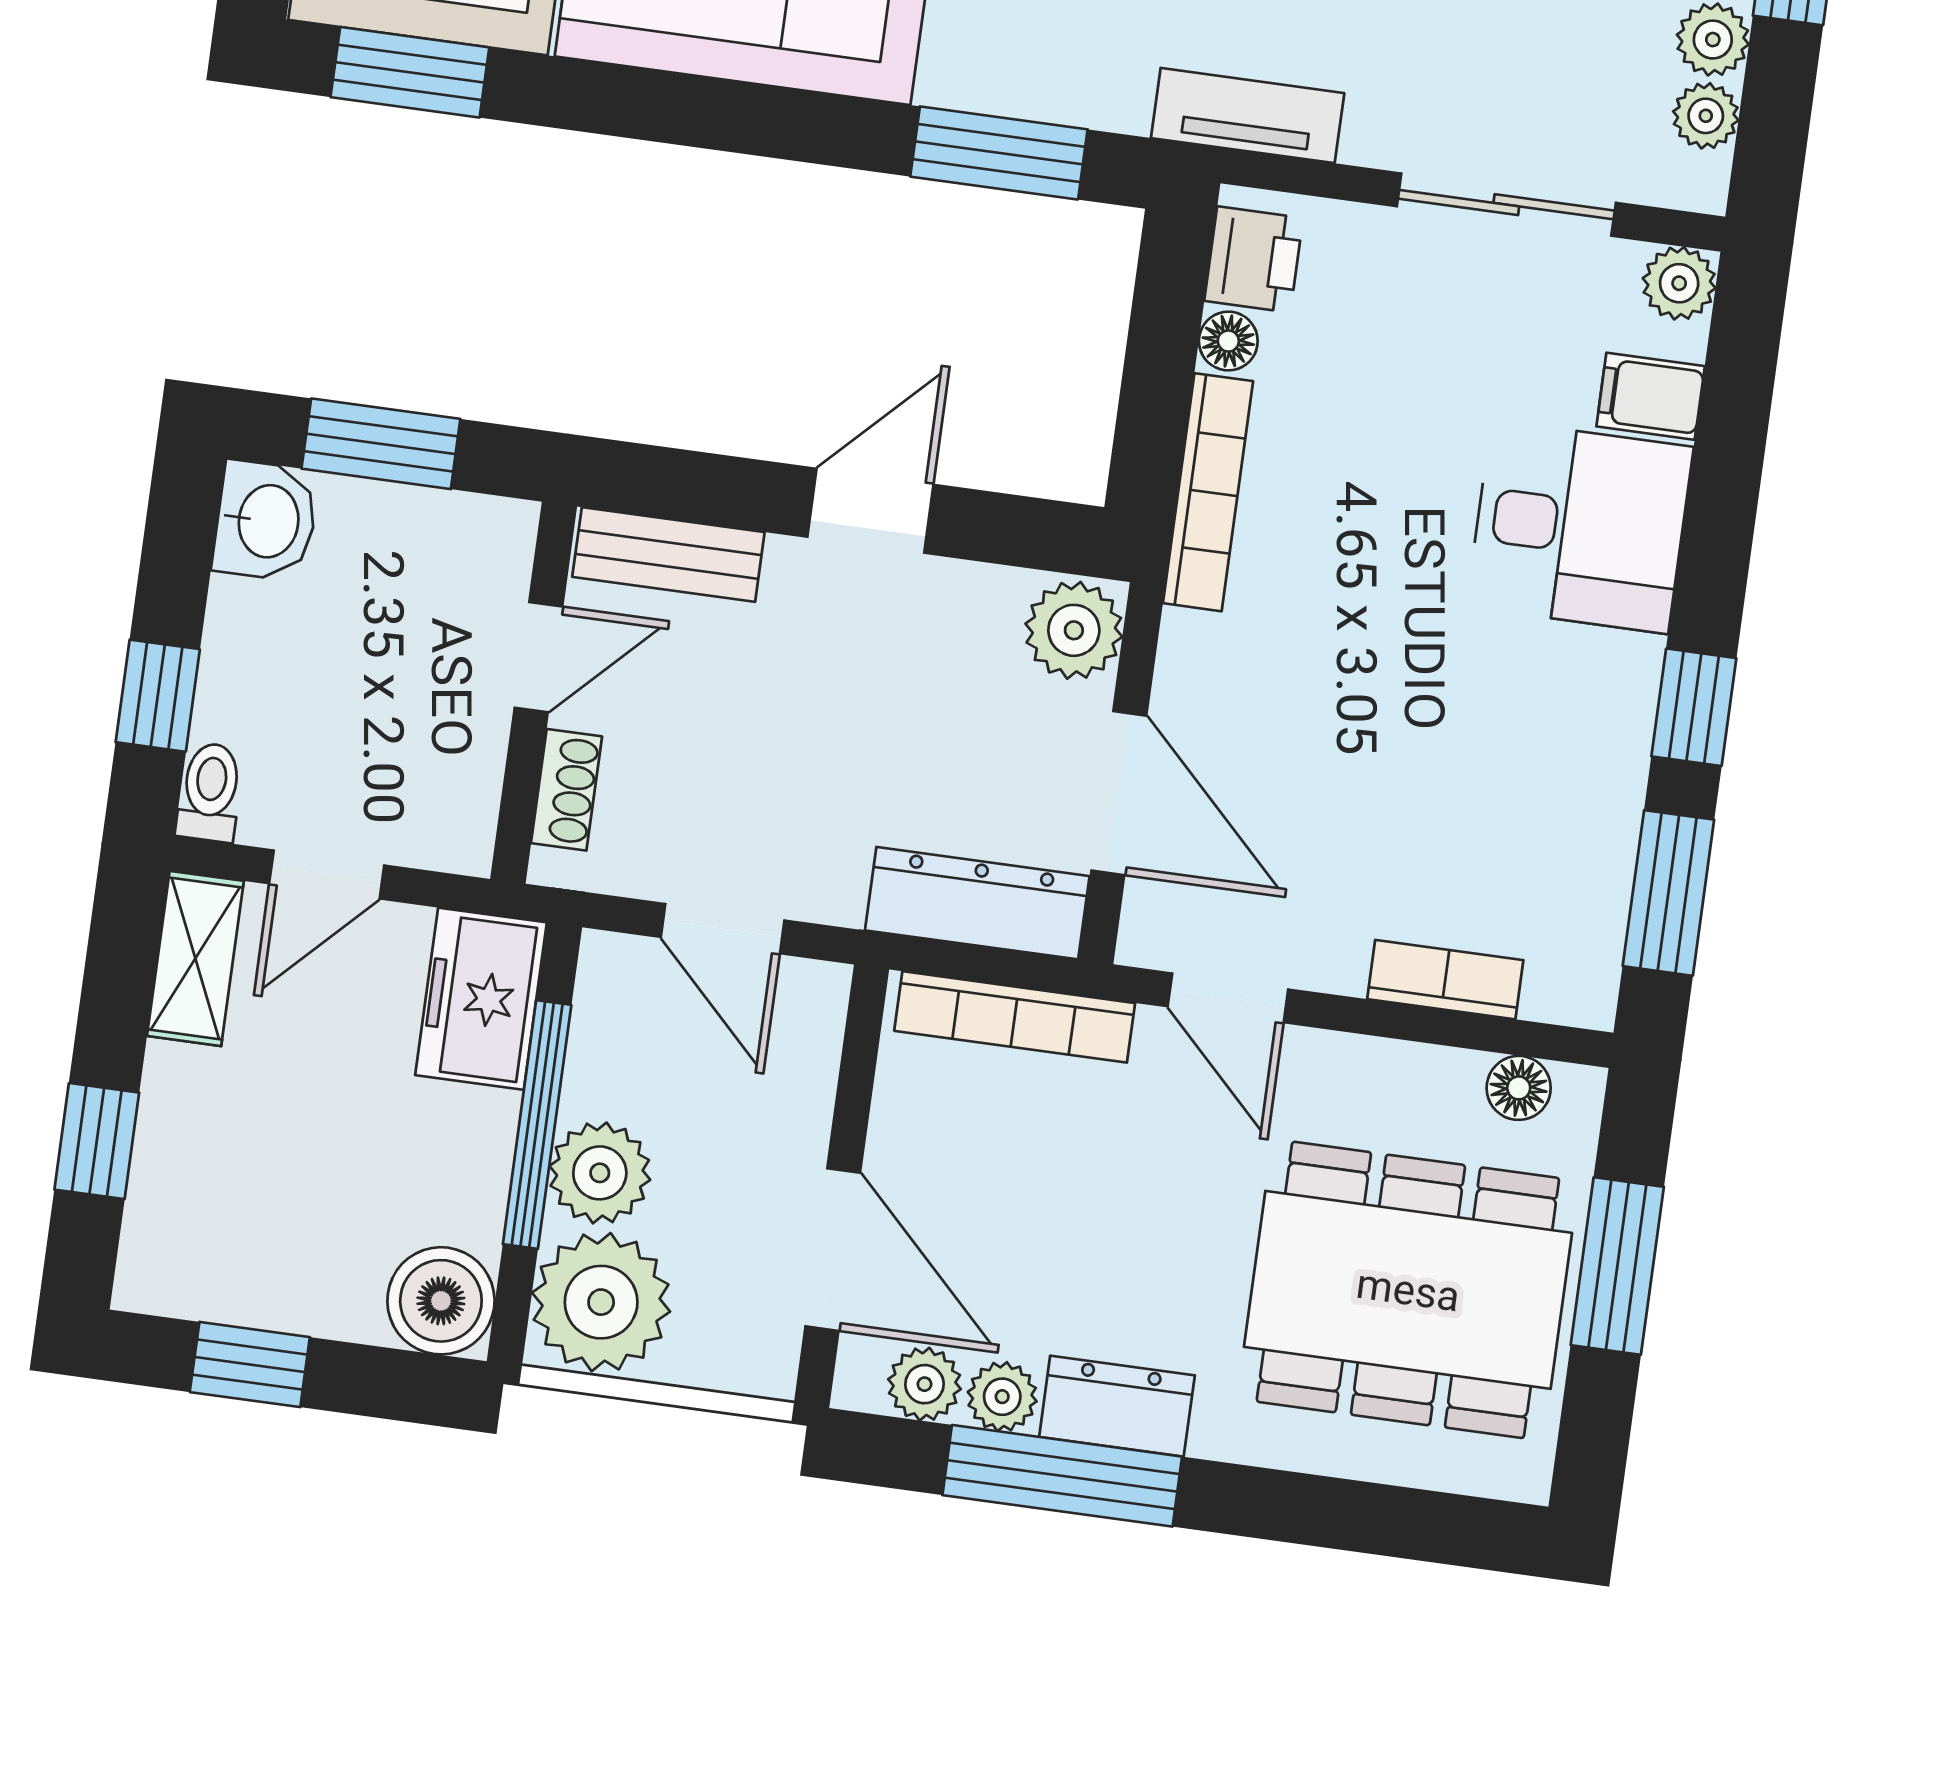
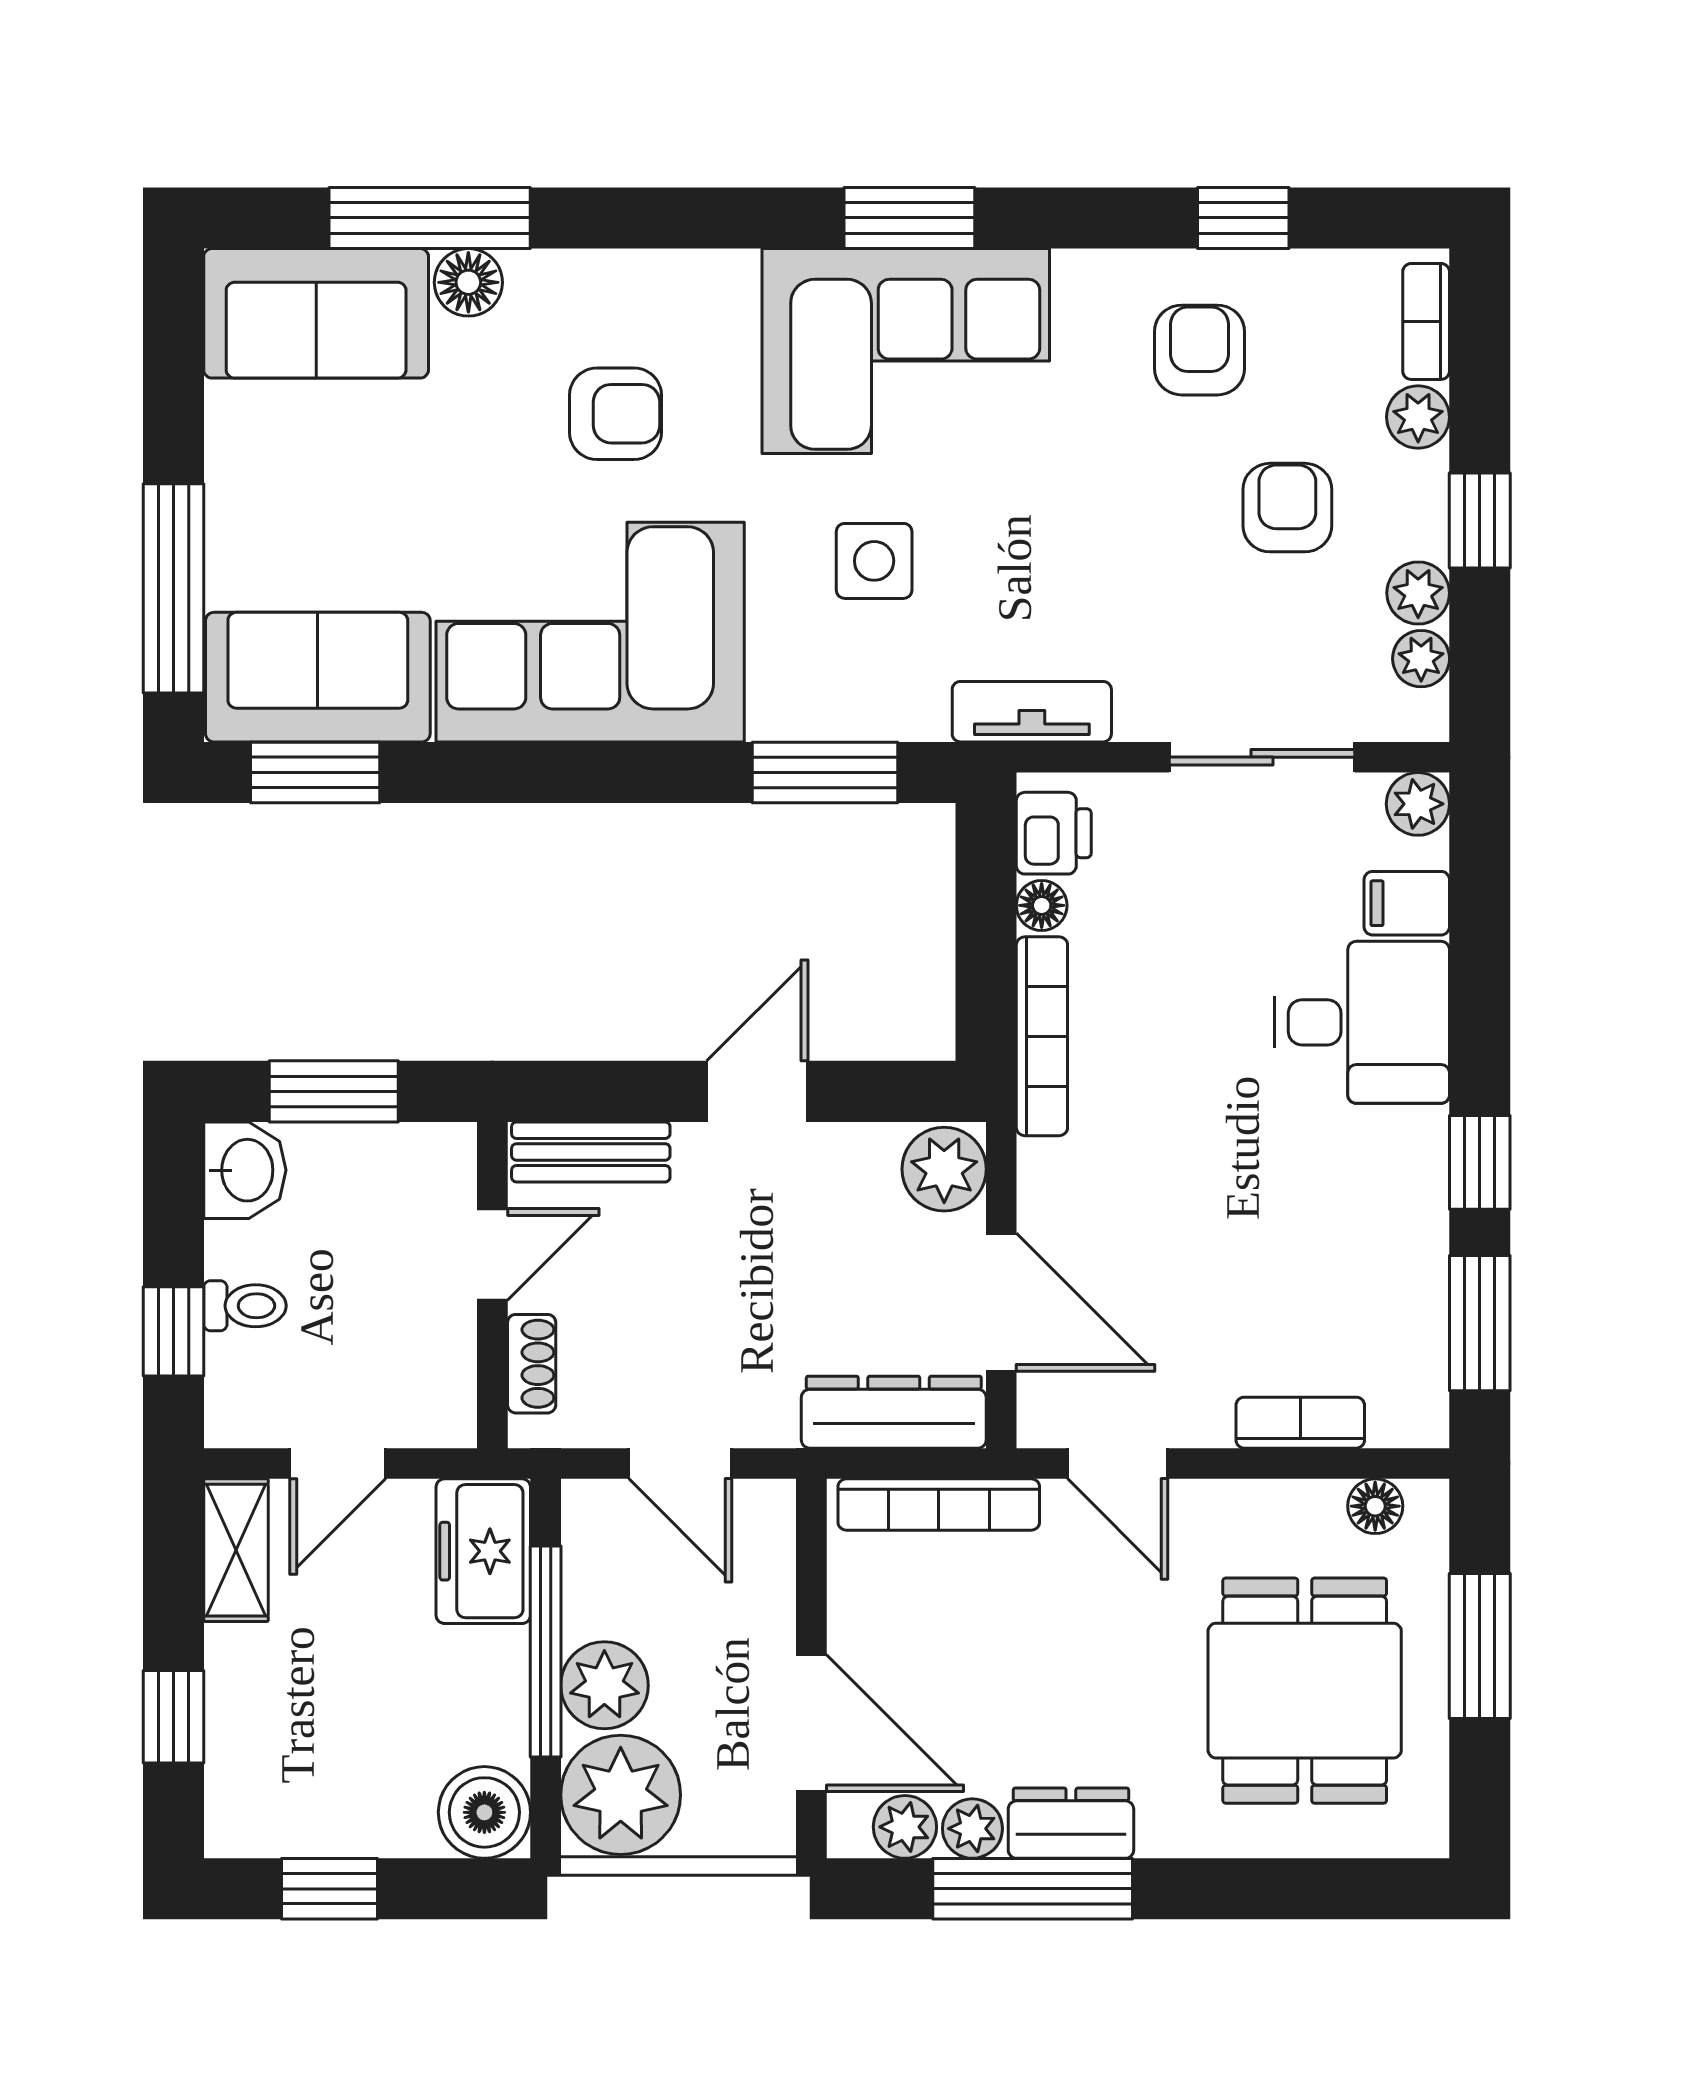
toilet: (210, 792) -> (245, 1306), moved, turned 90
dining table: (1408, 1290) -> (1305, 1691), width x0.73

